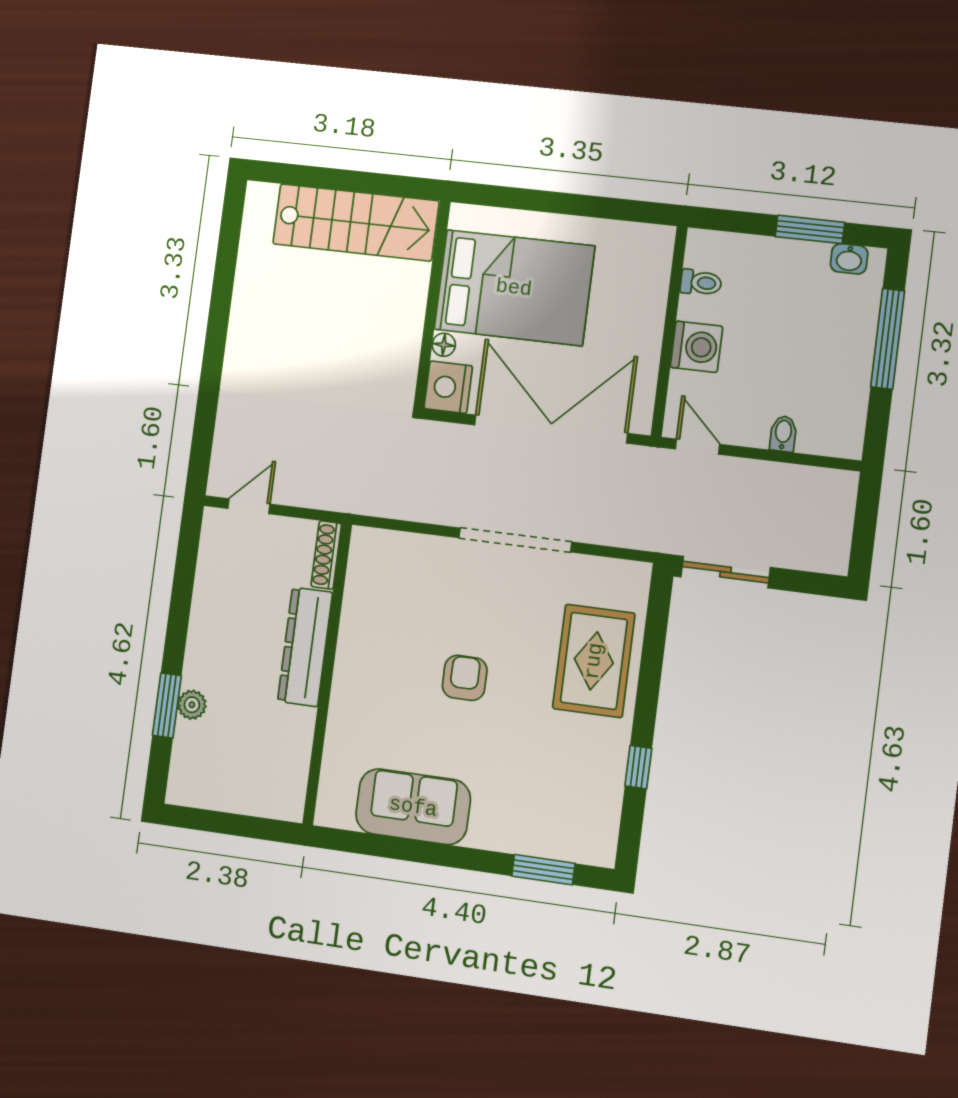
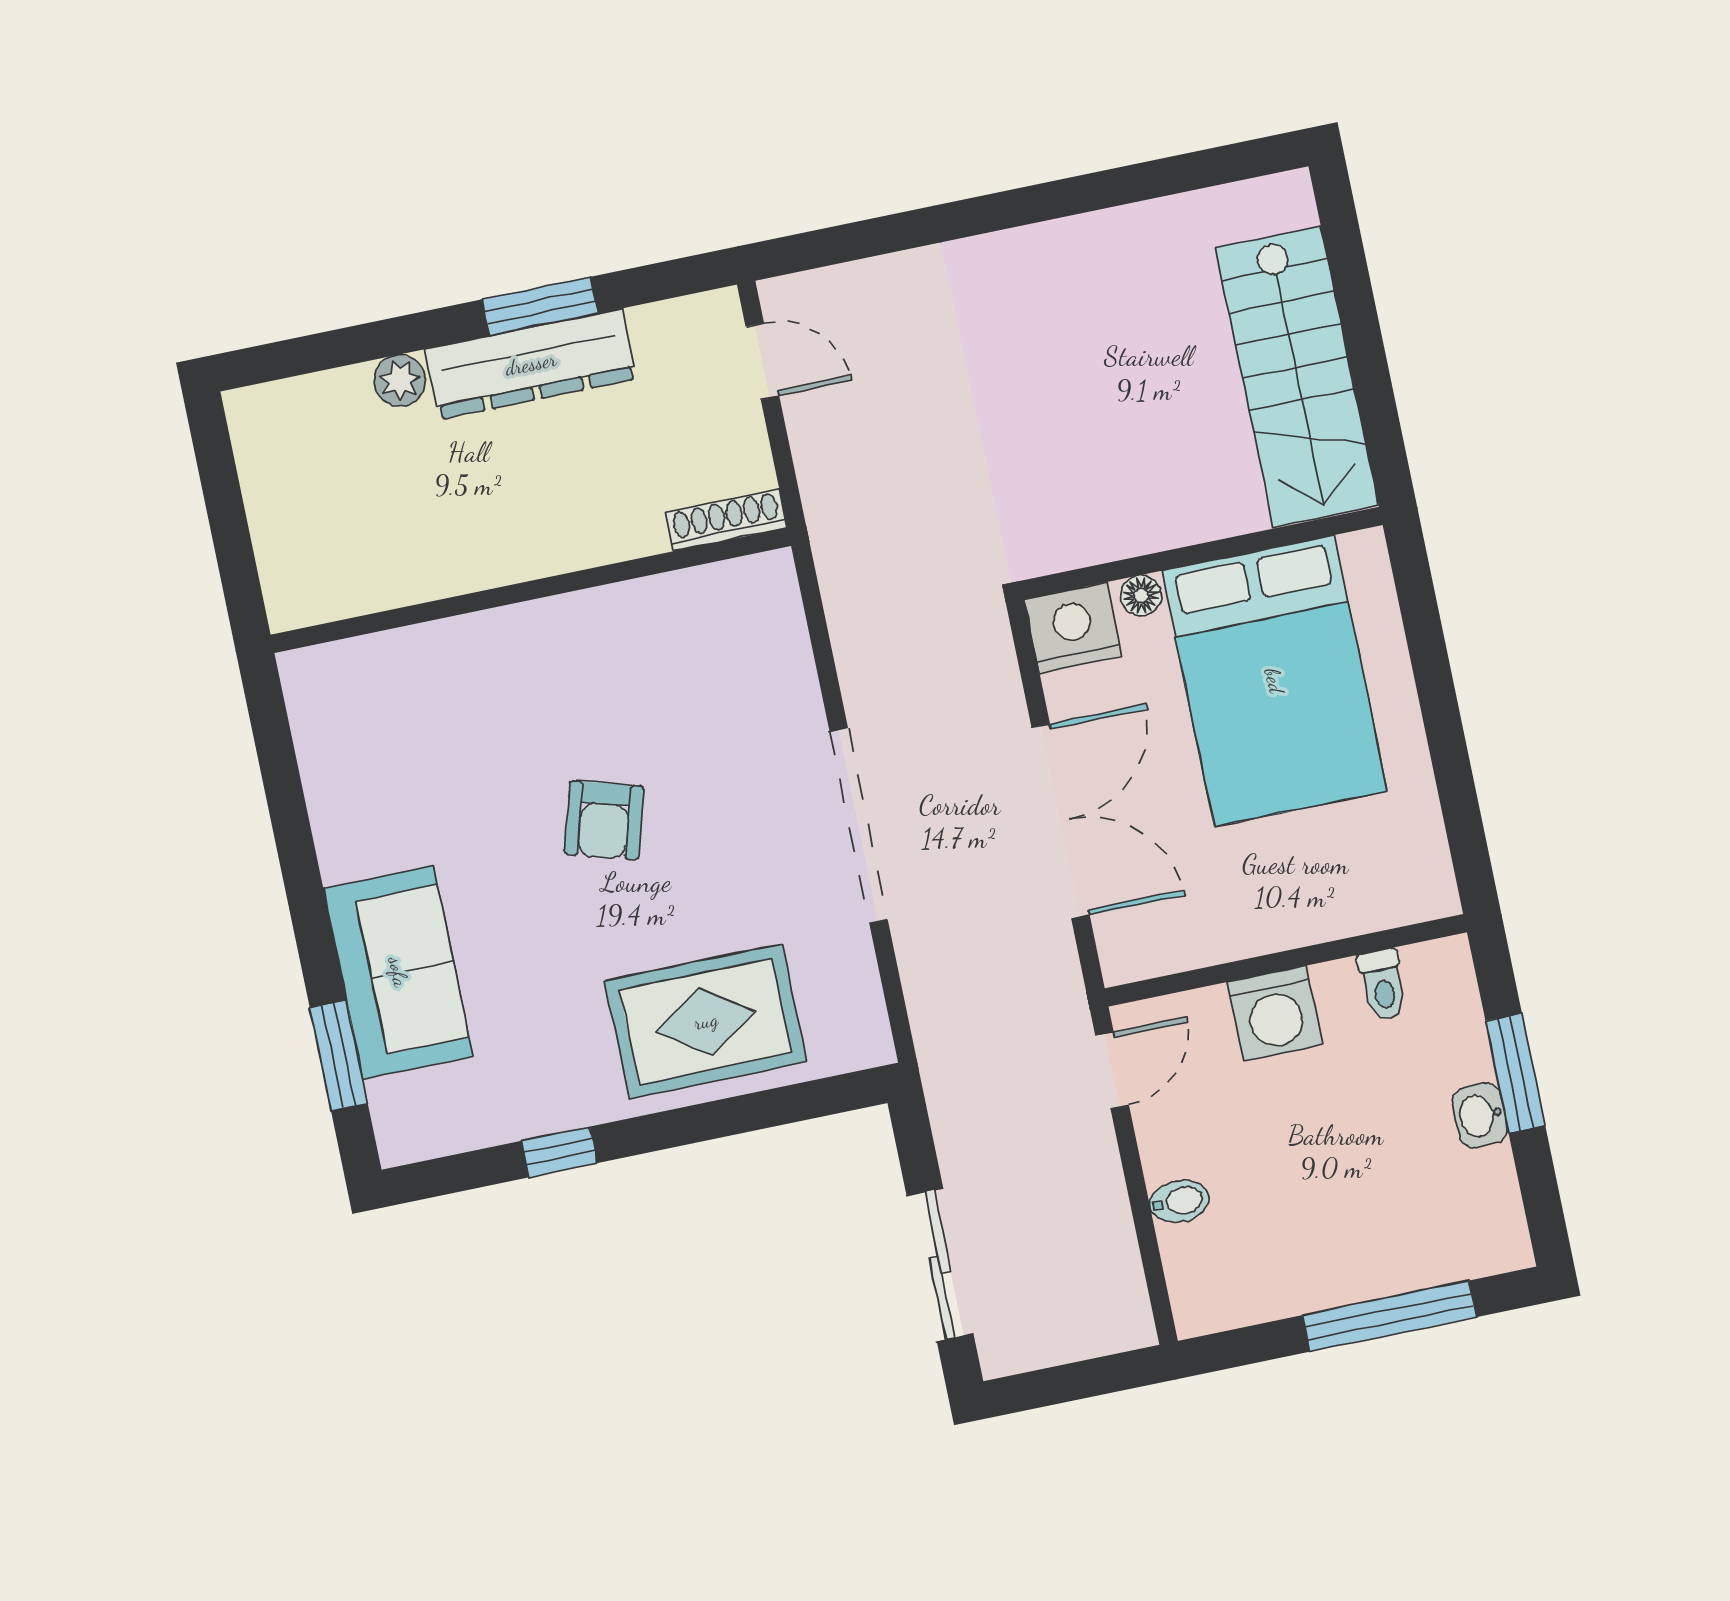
window: (810, 229) -> (1515, 1073), moved
washbasin: (849, 259) -> (1480, 1115), moved
double door: (551, 429) -> (1061, 821), width x0.73
sliding door: (726, 572) -> (940, 1265), moved
dresser: (305, 647) -> (531, 364), moved, turned 180
armchair: (465, 678) -> (604, 820), turned 106
window: (167, 706) -> (540, 306), moved
sofa: (413, 807) -> (398, 972), moved

